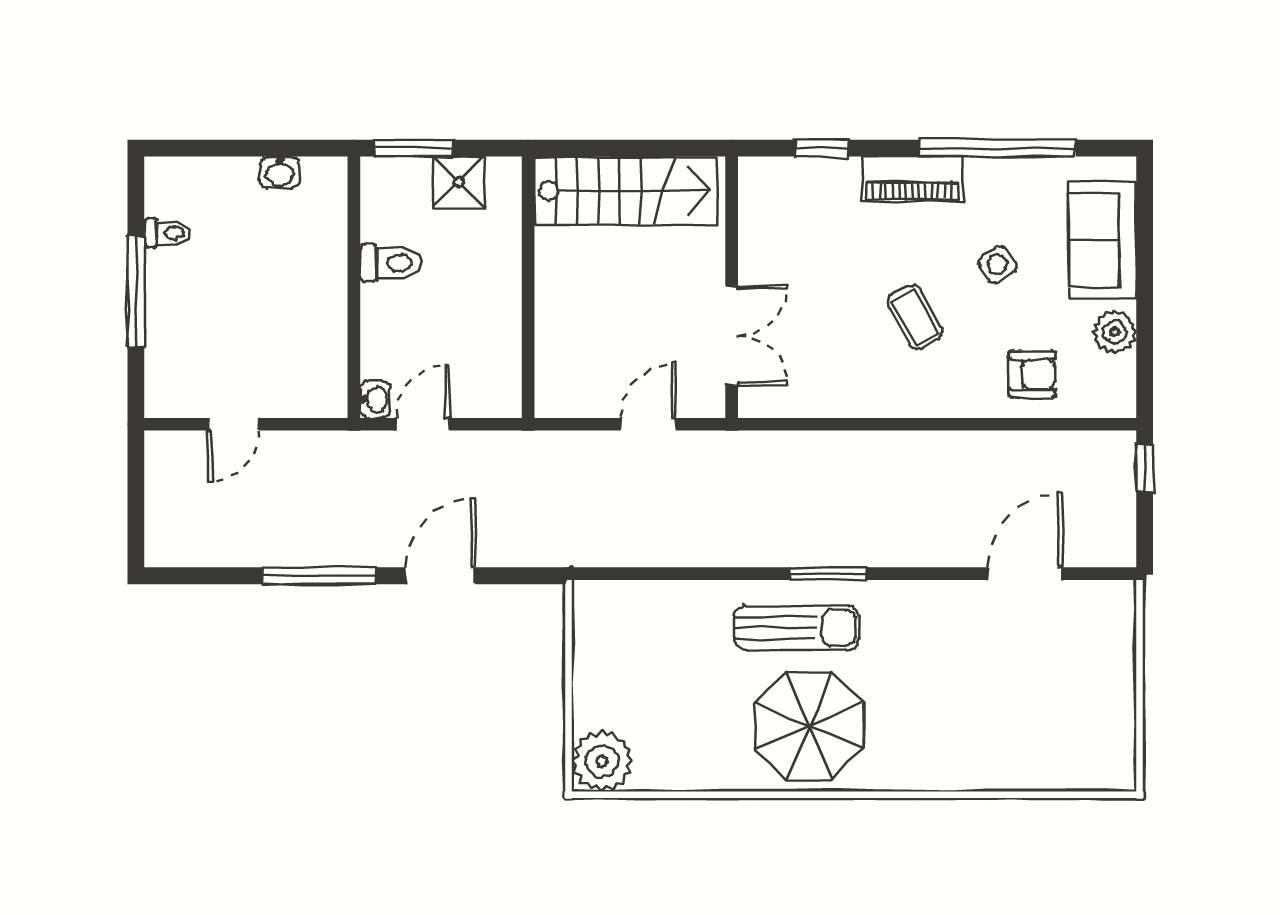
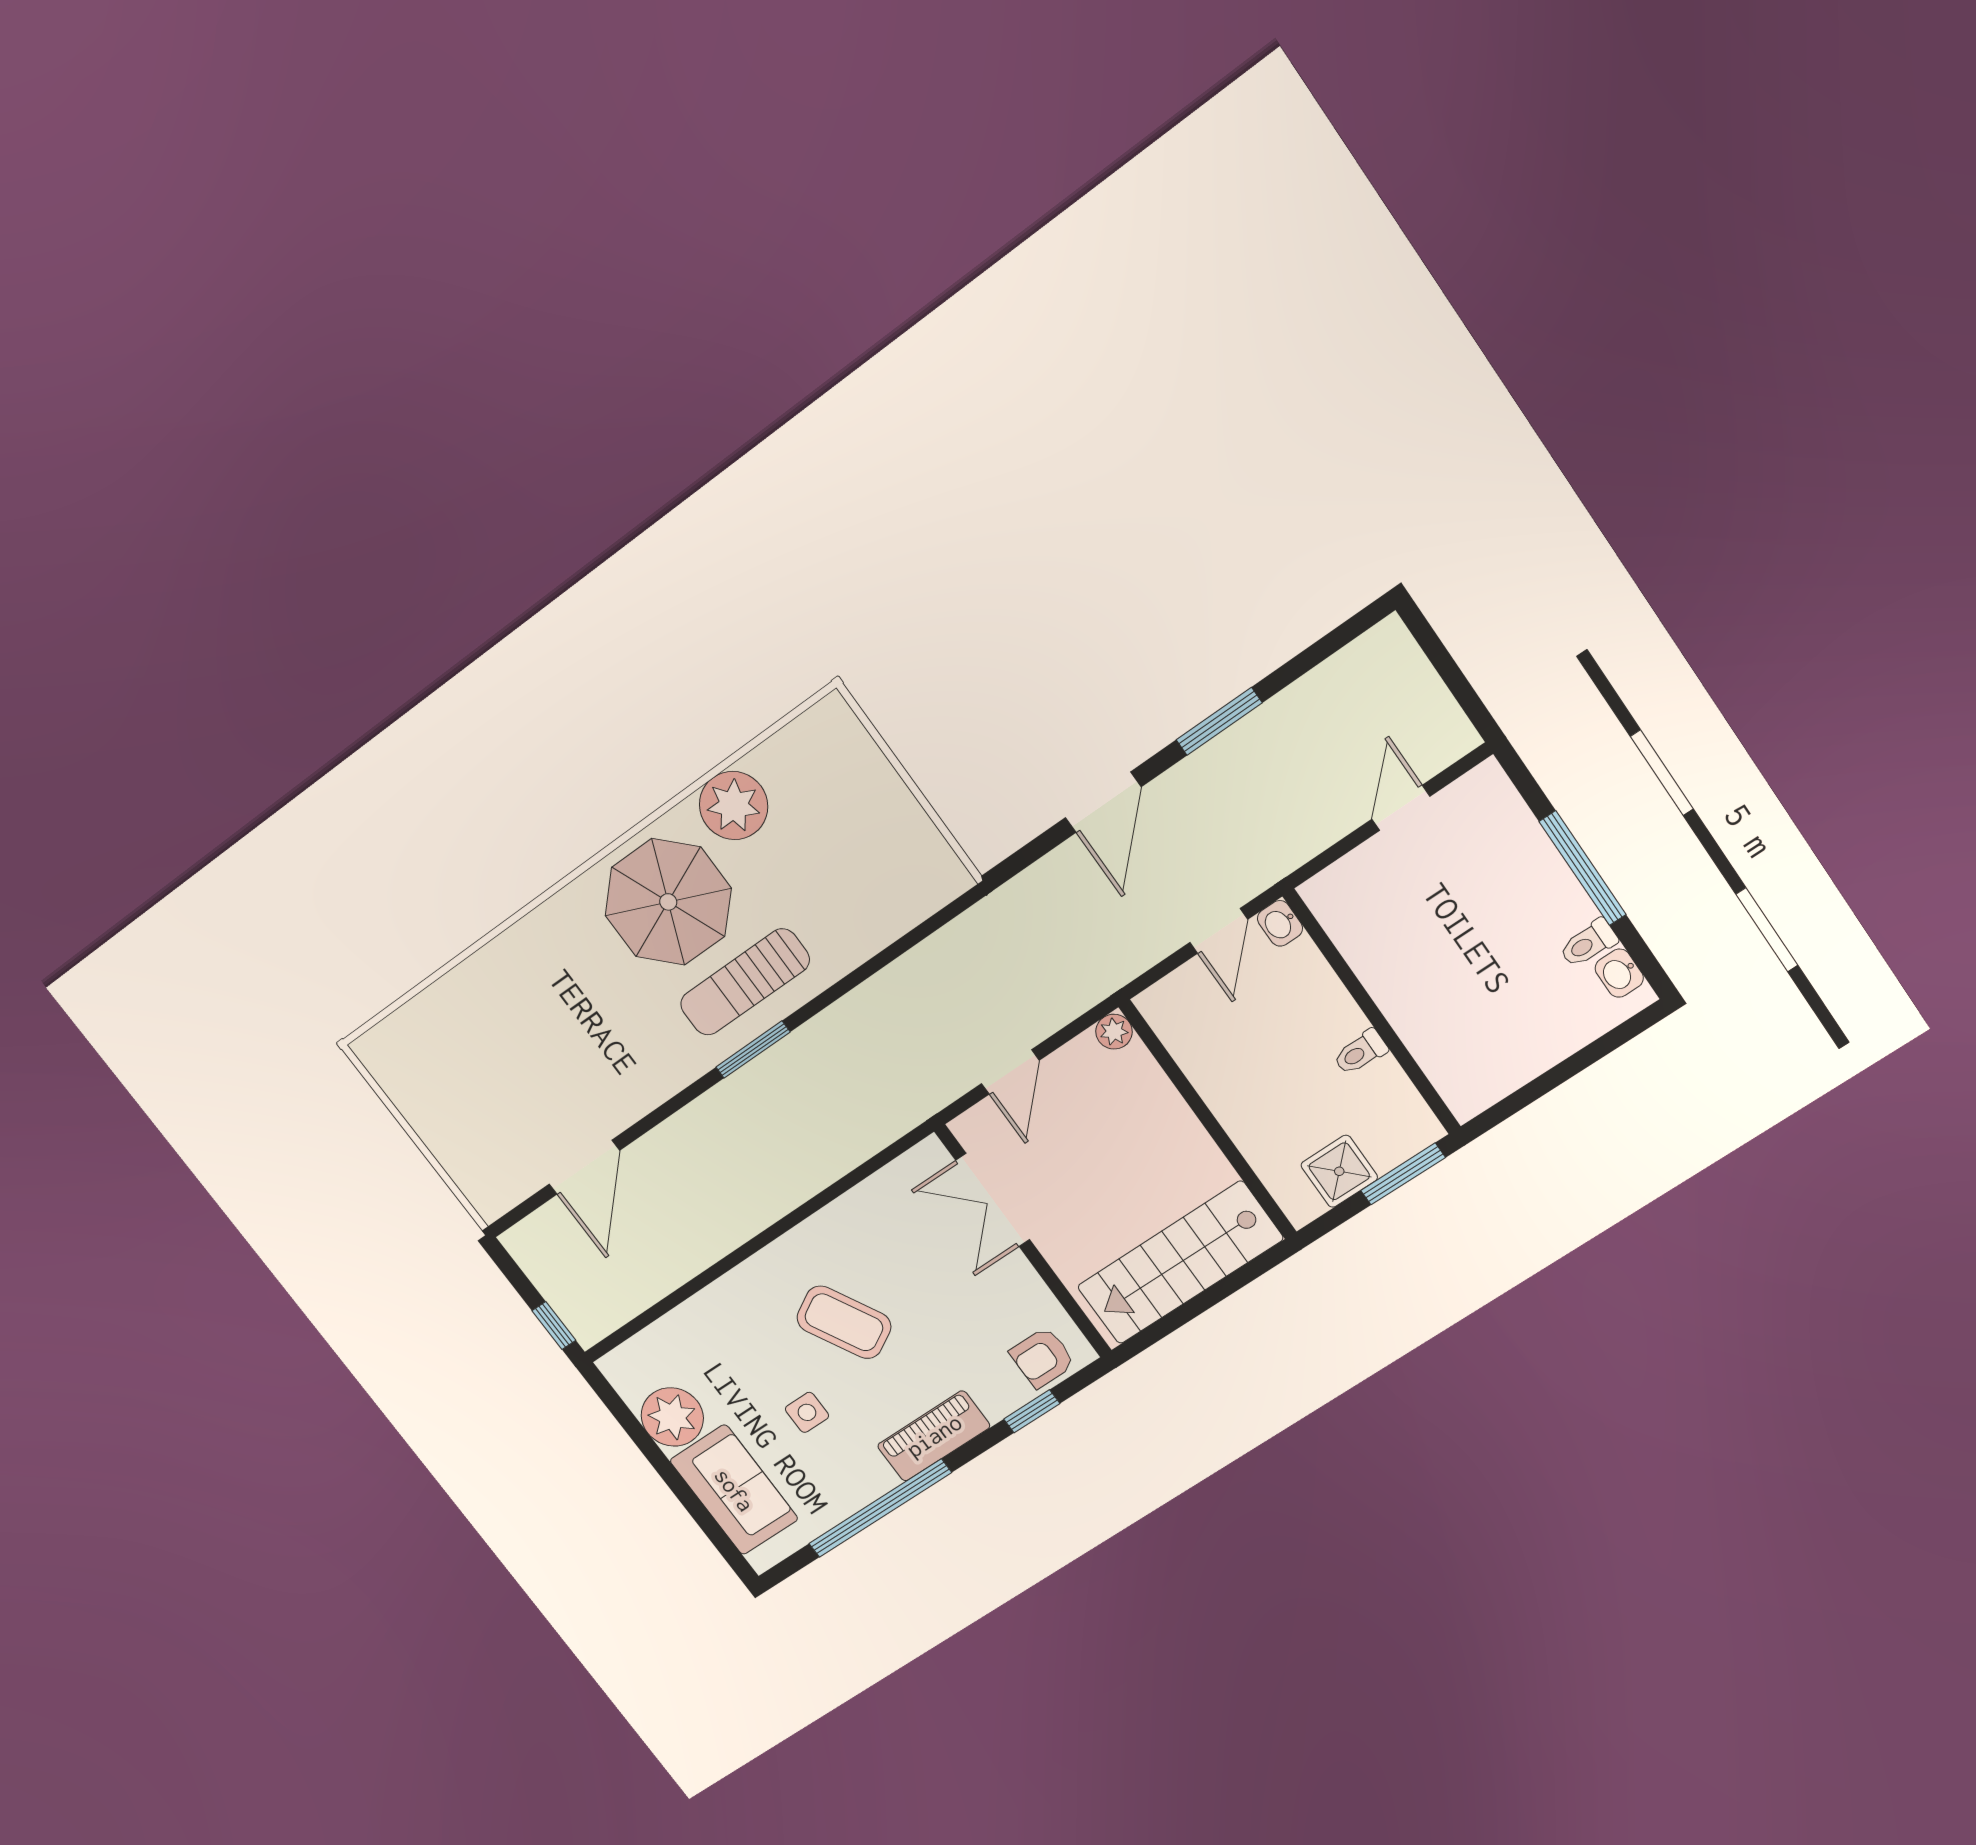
washbasin: (280, 172) -> (1619, 973), moved, turned -90
toilet: (391, 263) -> (1360, 1052), width x0.73, depth x0.72
side table: (997, 265) -> (807, 1412), turned 34
coffee table: (915, 317) -> (844, 1322), width x1.36, depth x1.30
plant: (1115, 332) -> (672, 1417), width x1.36, depth x1.36
armchair: (1032, 374) -> (1042, 1358), moved
plant: (550, 402) -> (1114, 1032), added
window: (318, 576) -> (1219, 721), width x0.69
plant: (602, 761) -> (734, 806), moved

